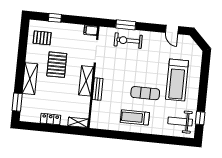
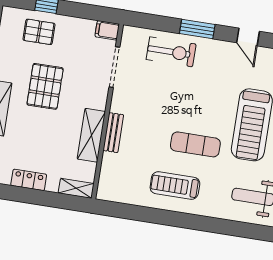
window: (126, 25) -> (197, 29), moved
pallet: (42, 38) -> (39, 32), moved
exercise bike: (128, 41) -> (171, 52), turned 180
shelving: (86, 81) -> (91, 135), moved

